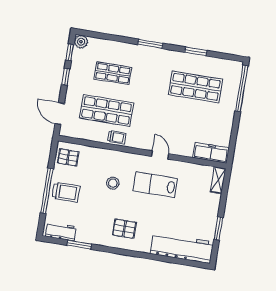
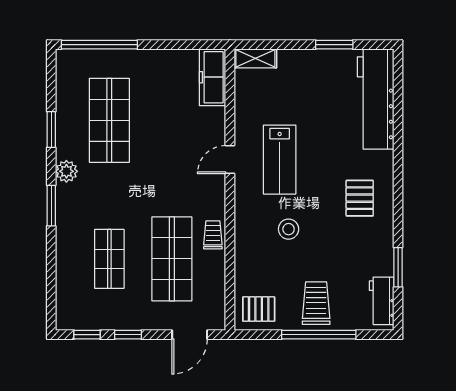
plant: (81, 42) -> (66, 171), moved
pallet: (68, 157) -> (259, 309), turned 90

